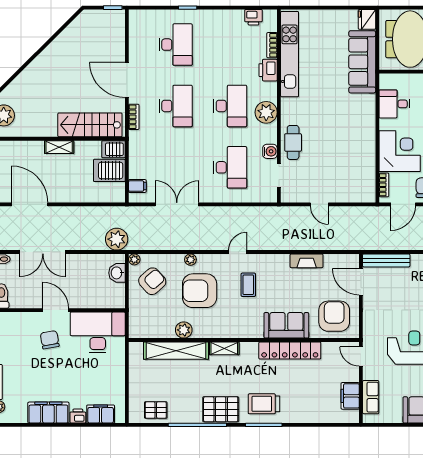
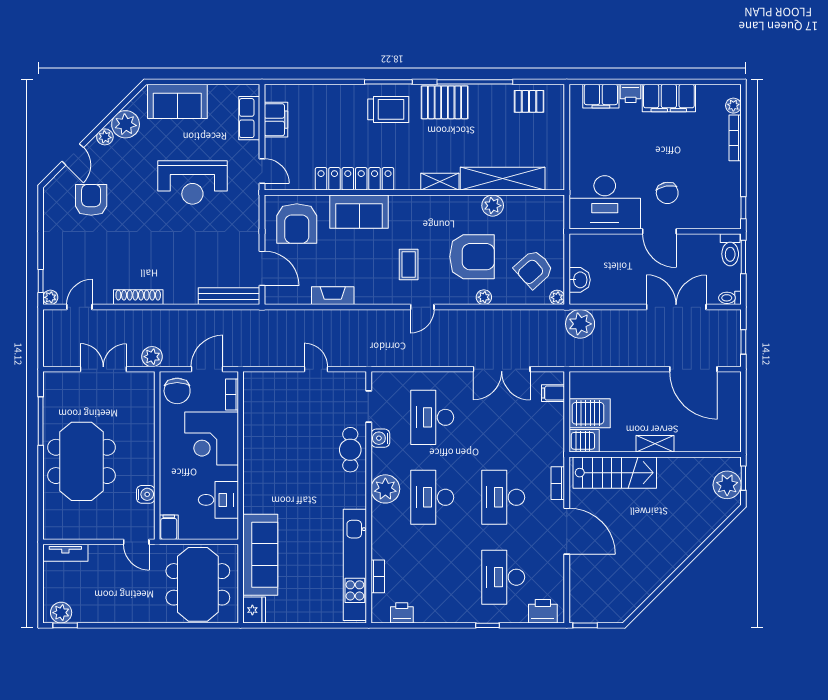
printer: (268, 70) -> (543, 611), moved, turned -90

